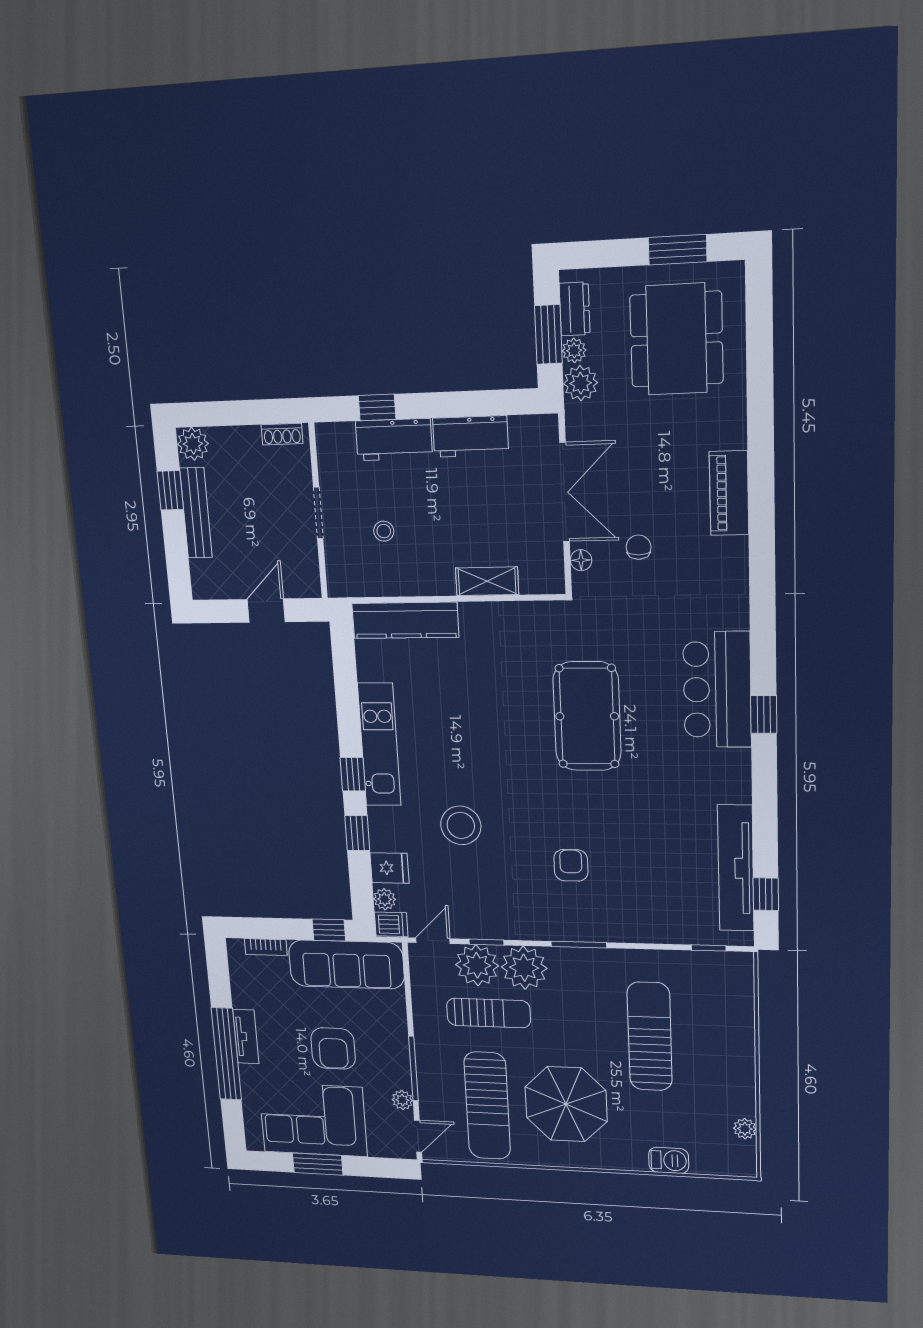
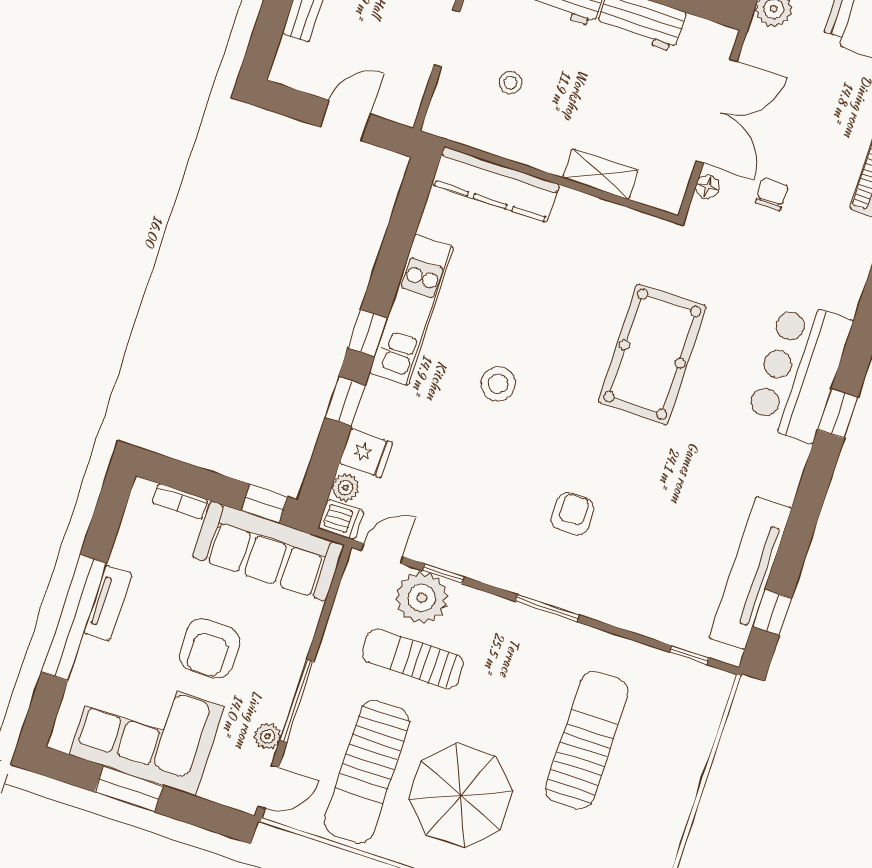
stool: (461, 825) -> (498, 384), moved, width x0.73, depth x0.73
plant: (524, 968) -> (475, 617), removed
sun lounger: (488, 1013) -> (413, 659), turned 180

